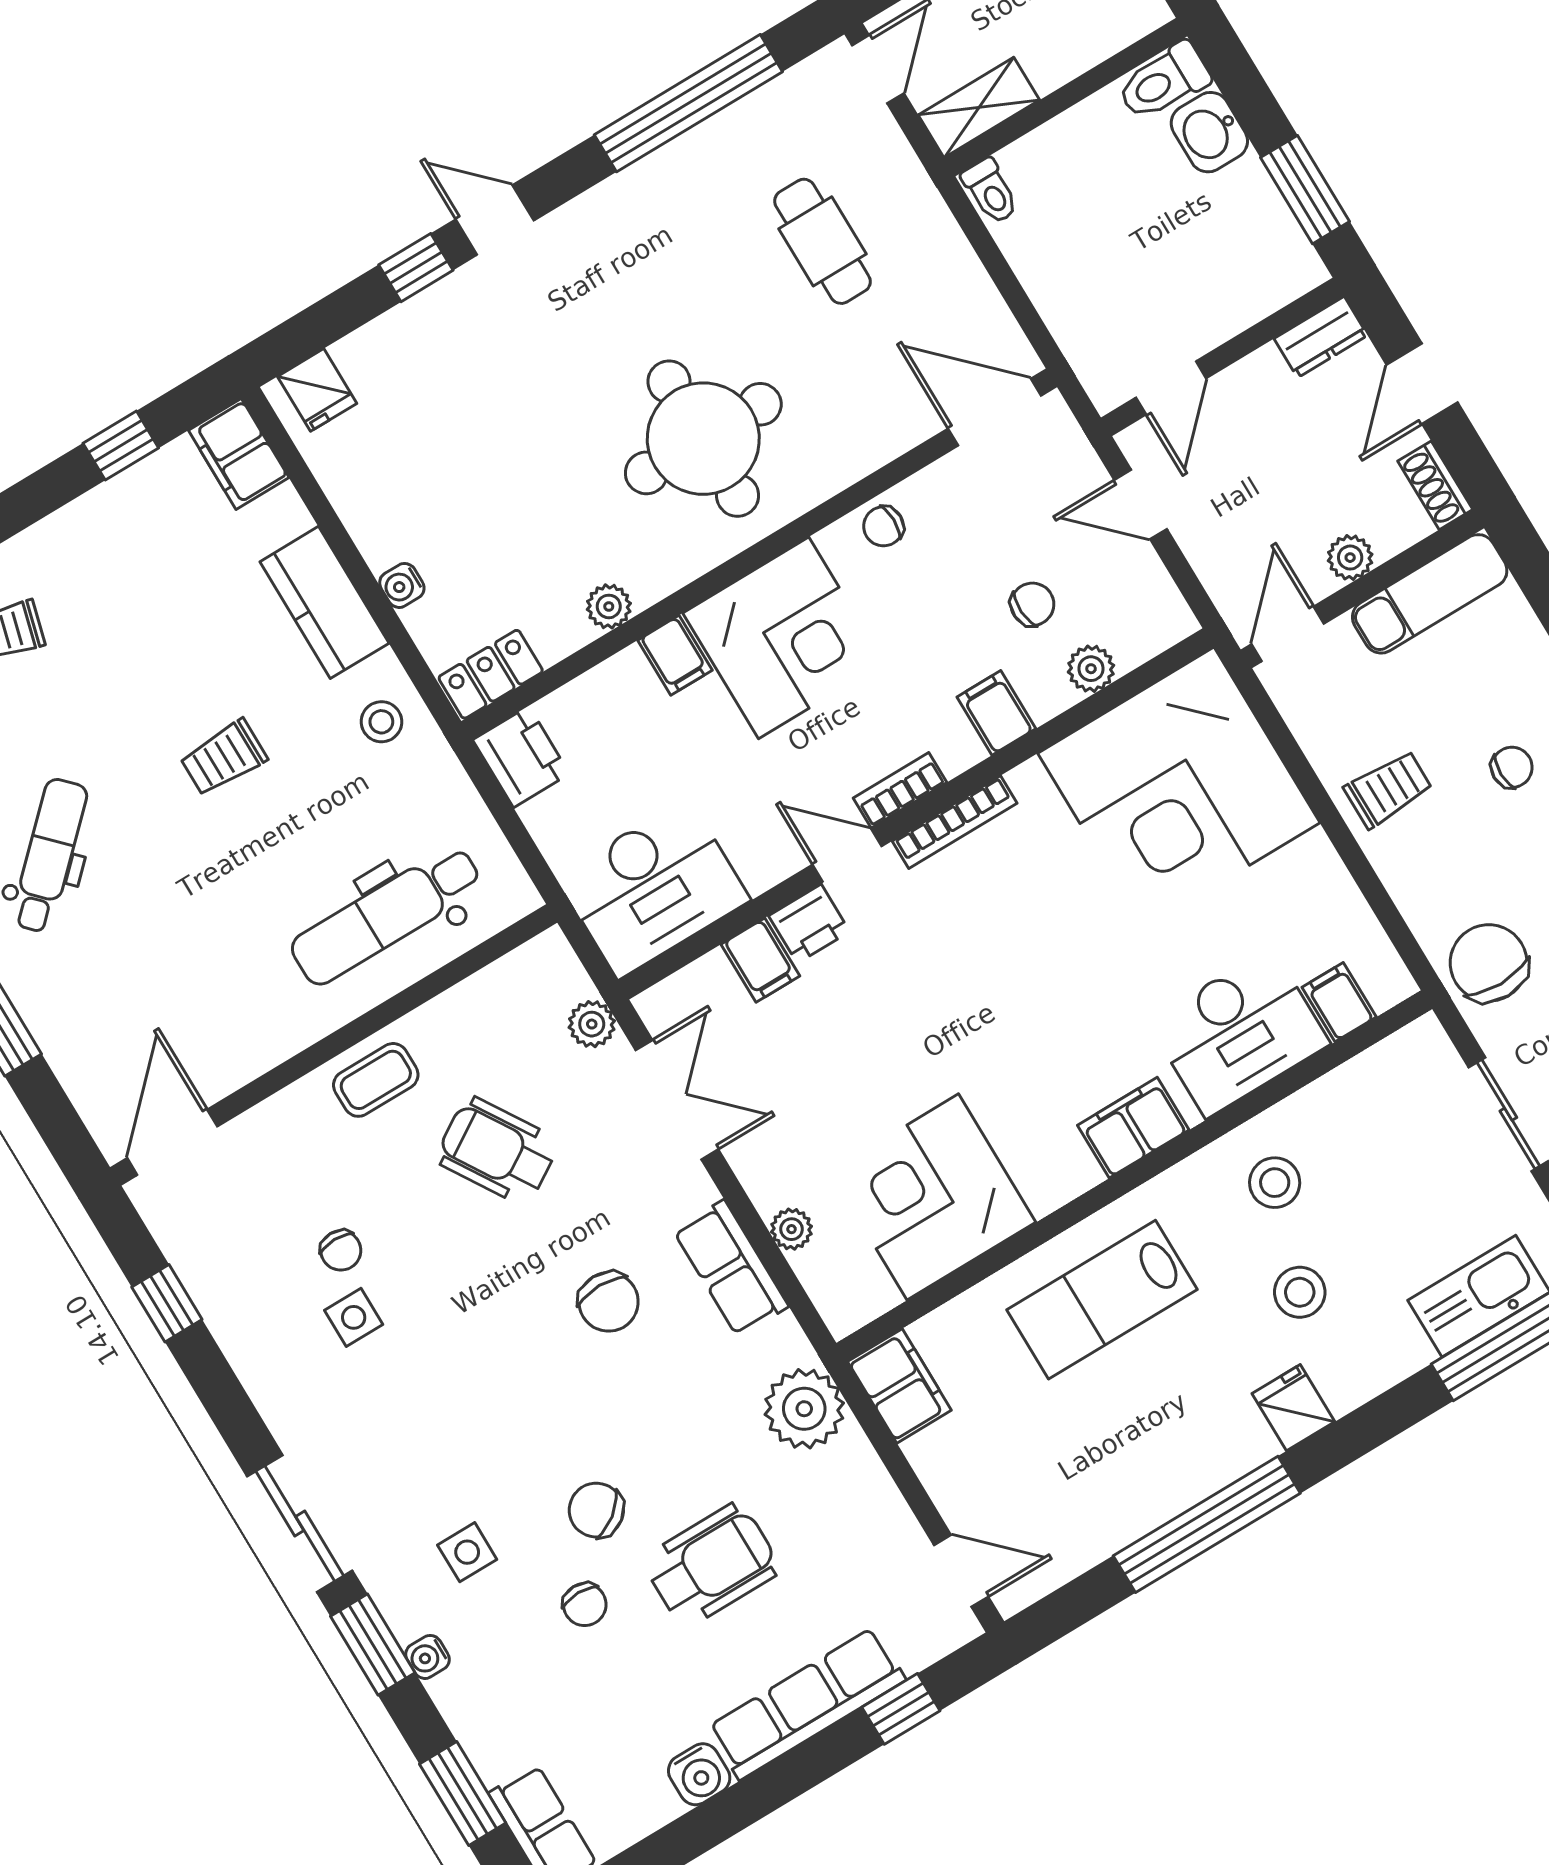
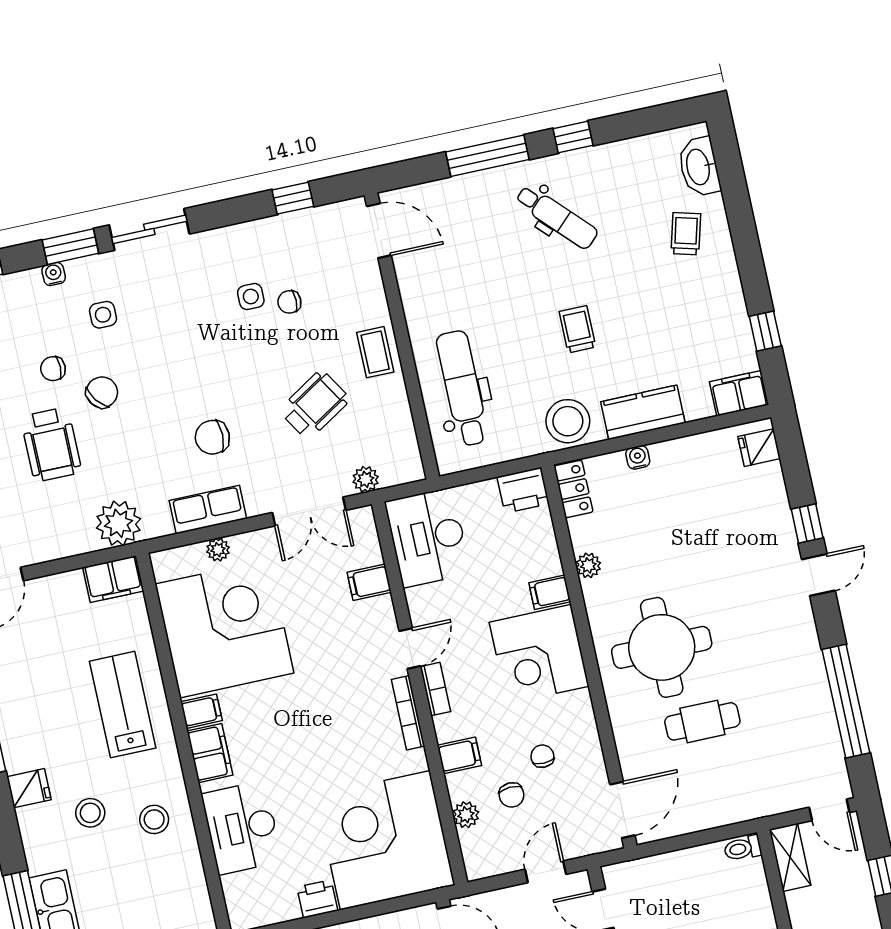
cafe table: (822, 241) -> (702, 721), moved
chair: (883, 526) -> (542, 756), moved
stool: (381, 722) -> (568, 421), width x1.89, depth x1.89
printer: (809, 924) -> (317, 899), moved, turned 90
filing cabinet: (1339, 1002) -> (201, 711), moved
corner desk: (933, 1197) -> (224, 629), width x1.36, depth x1.36

